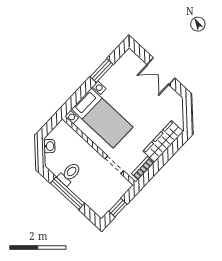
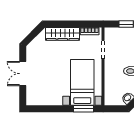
window: (102, 71) -> (83, 109), moved
double door: (161, 71) -> (23, 74), swing flipped

